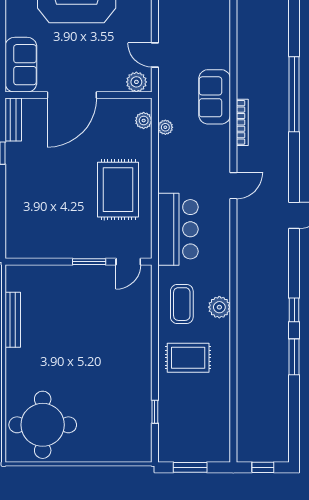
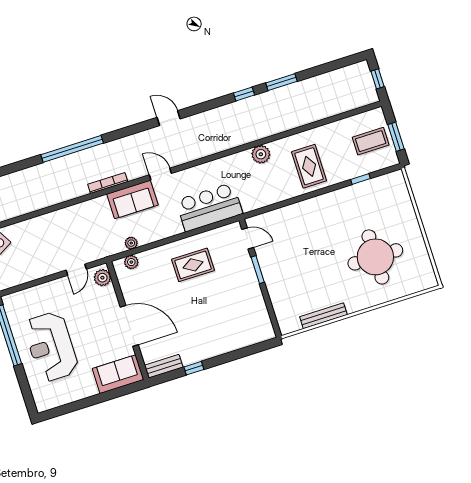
sofa: (215, 97) -> (132, 199), moved
rug: (118, 190) -> (193, 265), width x0.73, depth x0.70
coffee table: (182, 304) -> (371, 141), moved
round table: (43, 425) -> (375, 257), moved

